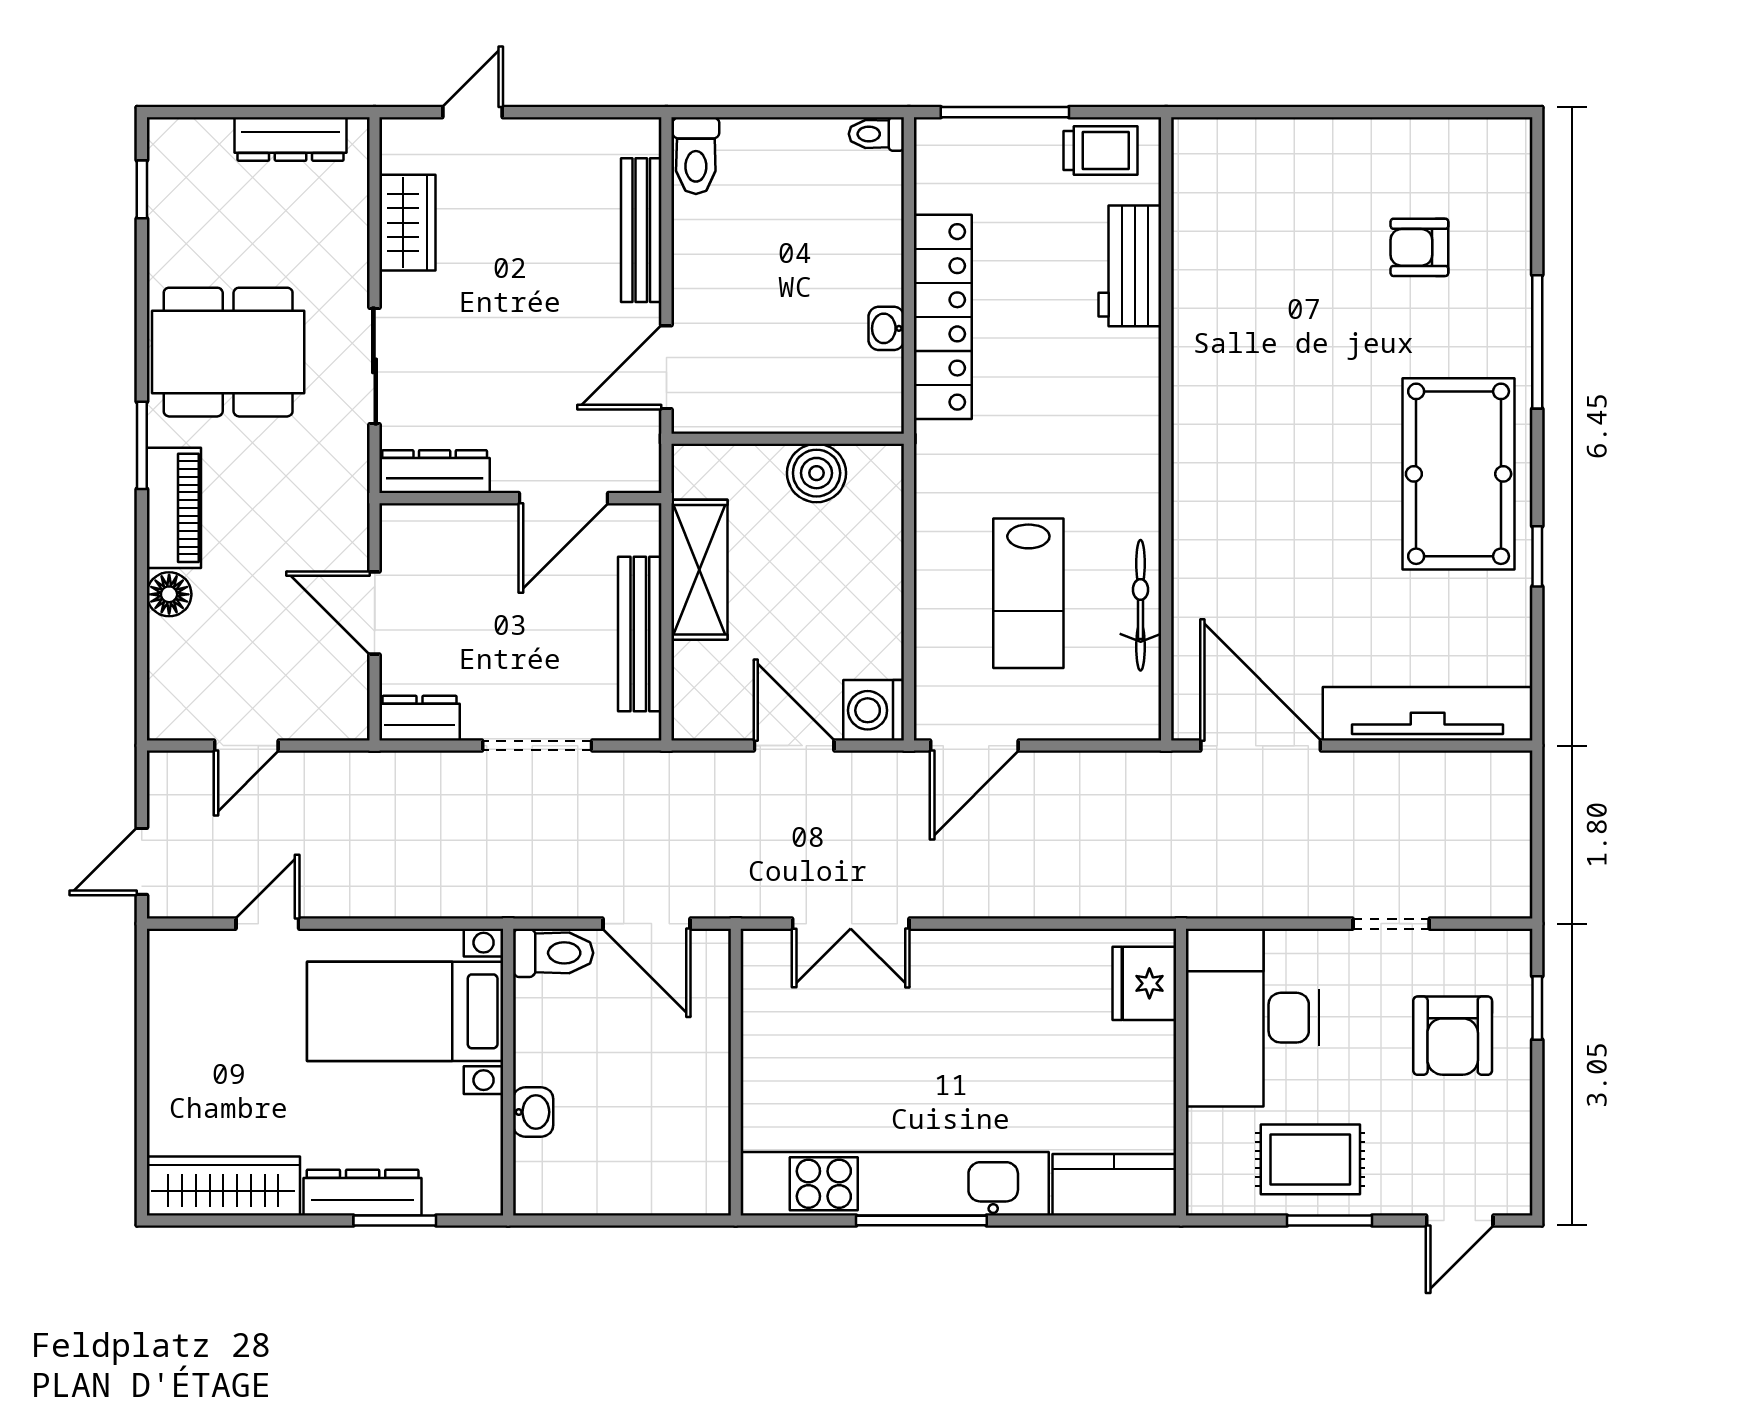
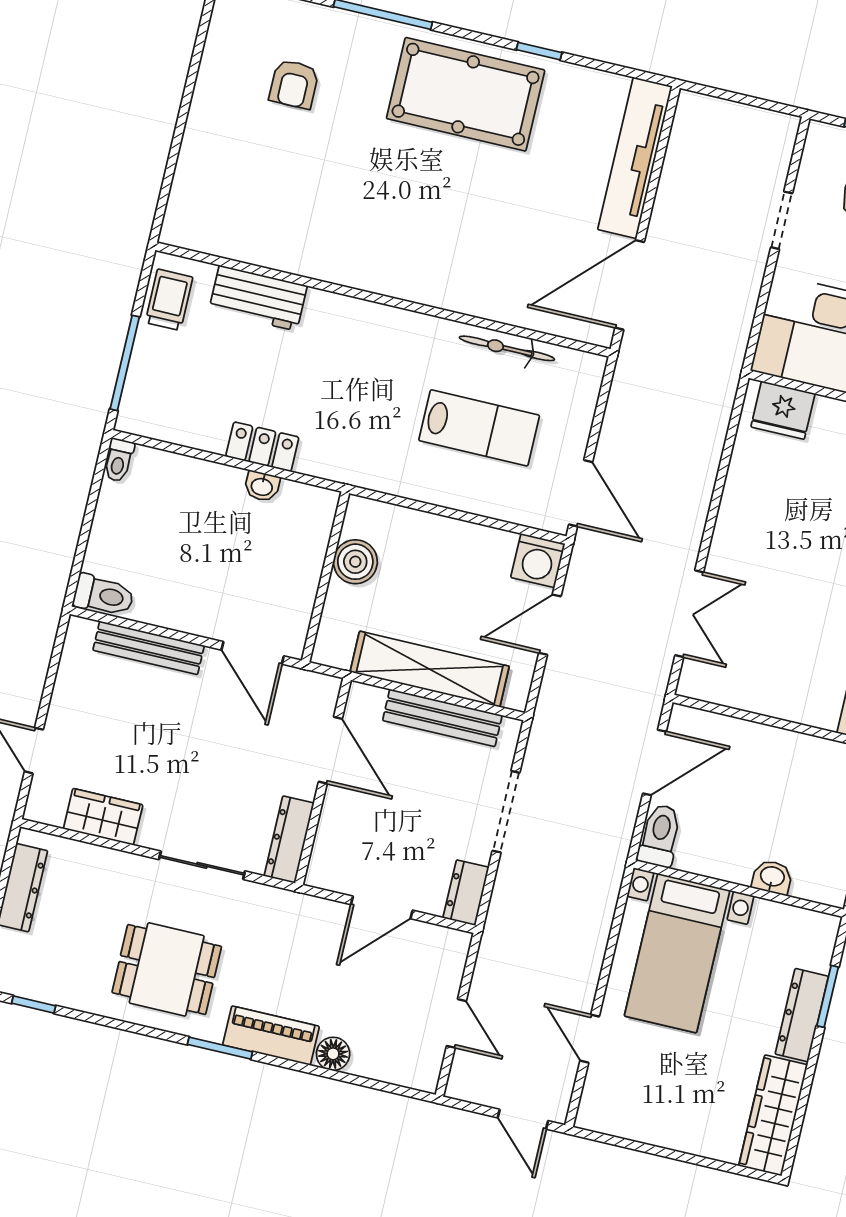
locker: (943, 317) -> (262, 447), width x0.46, depth x0.83
dining table: (228, 352) -> (167, 969), width x0.73
shelving: (699, 570) -> (430, 669), width x1.47

